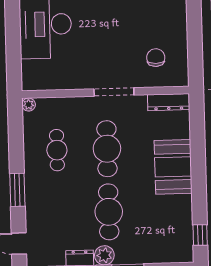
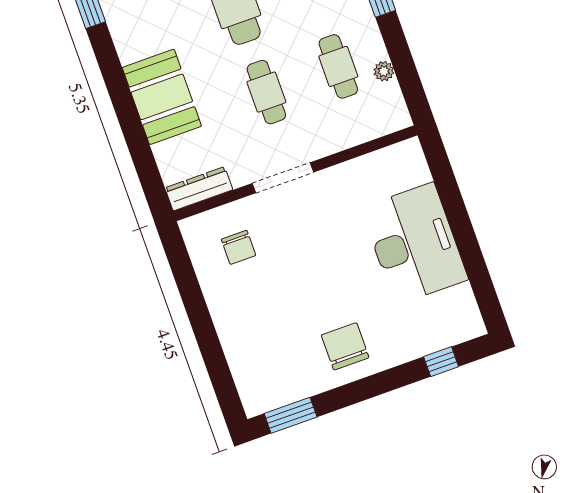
plant: (29, 105) -> (384, 71), moved
cafe table: (107, 149) -> (266, 92), width x0.73, depth x0.74

